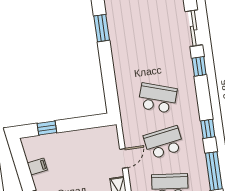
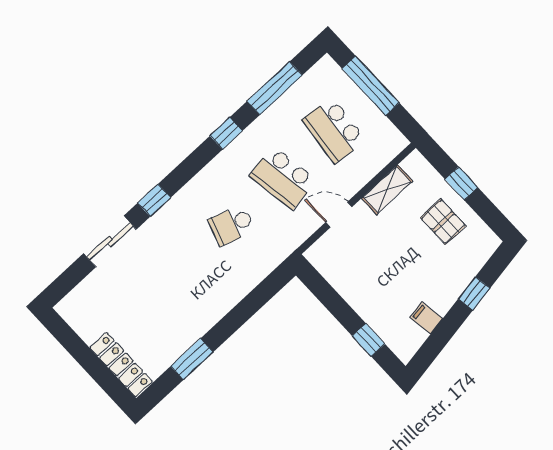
school desk: (158, 98) -> (232, 225), width x0.54

